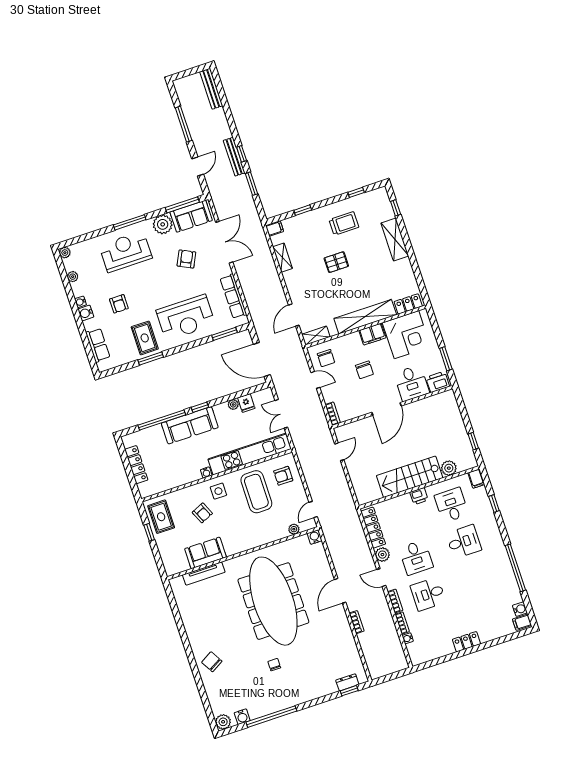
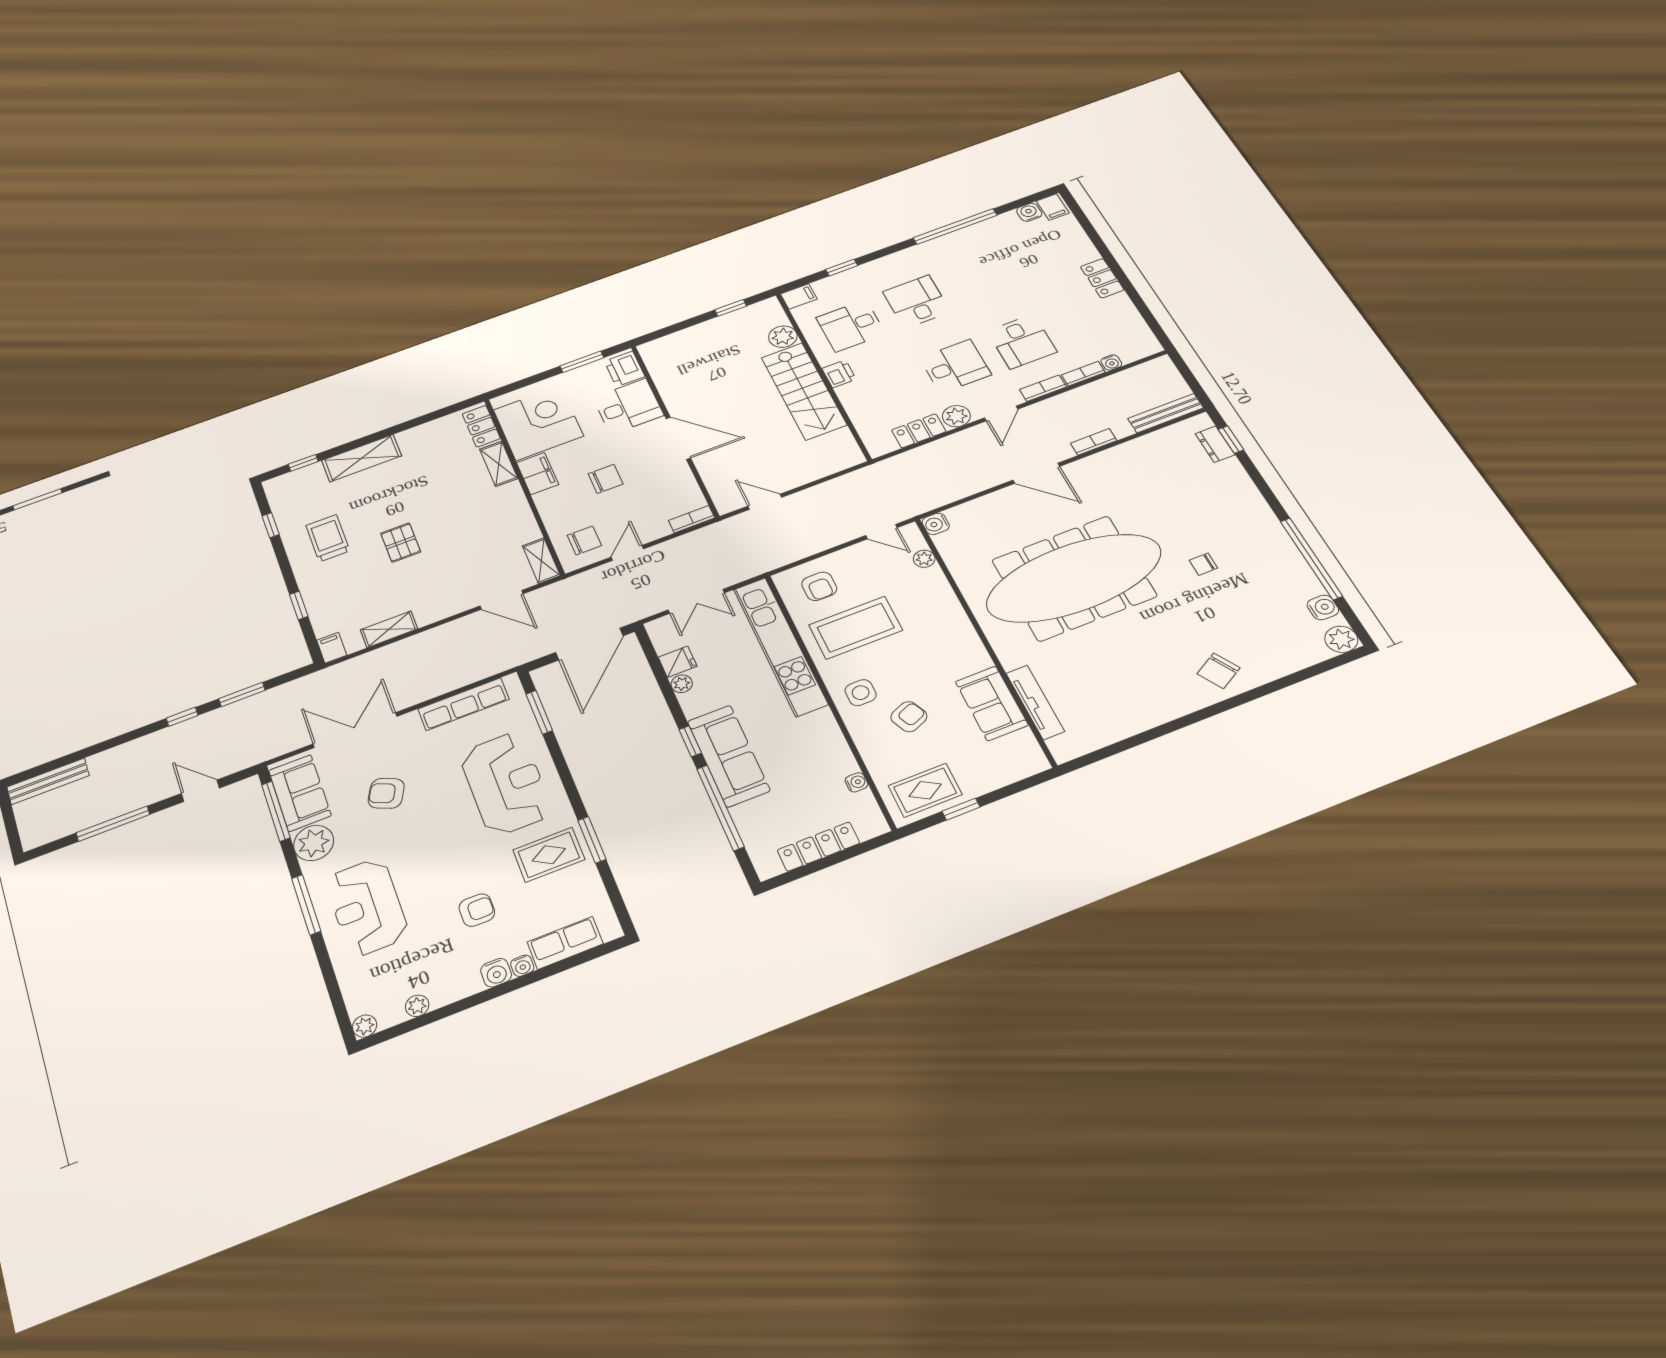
bench: (234, 157) -> (1166, 413), moved
water cooler: (80, 302) -> (522, 966), moved
shelving: (365, 317) -> (499, 464), width x0.45, depth x0.75
water cooler: (206, 473) -> (856, 782), moved
locker: (373, 528) -> (919, 431), width x0.66

